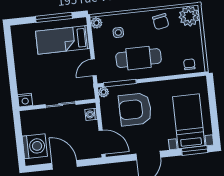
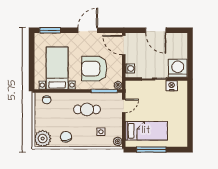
cafe table: (139, 58) -> (87, 109), width x0.73, depth x0.74
nightstand: (25, 100) -> (172, 86), moved
armchair: (135, 109) -> (94, 69), turned 180
bed with nightstands: (189, 121) -> (57, 68), moved, turned 180
washing machine: (35, 146) -> (178, 68), moved, turned 90

